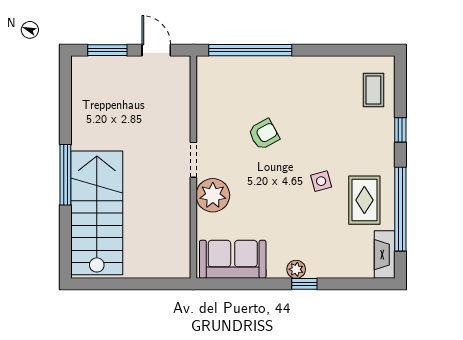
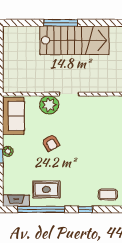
armchair: (264, 134) -> (51, 143), moved
side table: (321, 181) -> (57, 165), removed
stairs: (97, 213) -> (74, 40), moved

